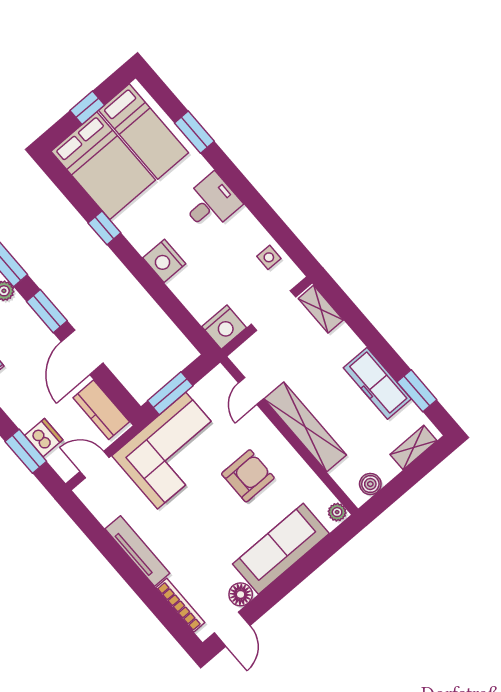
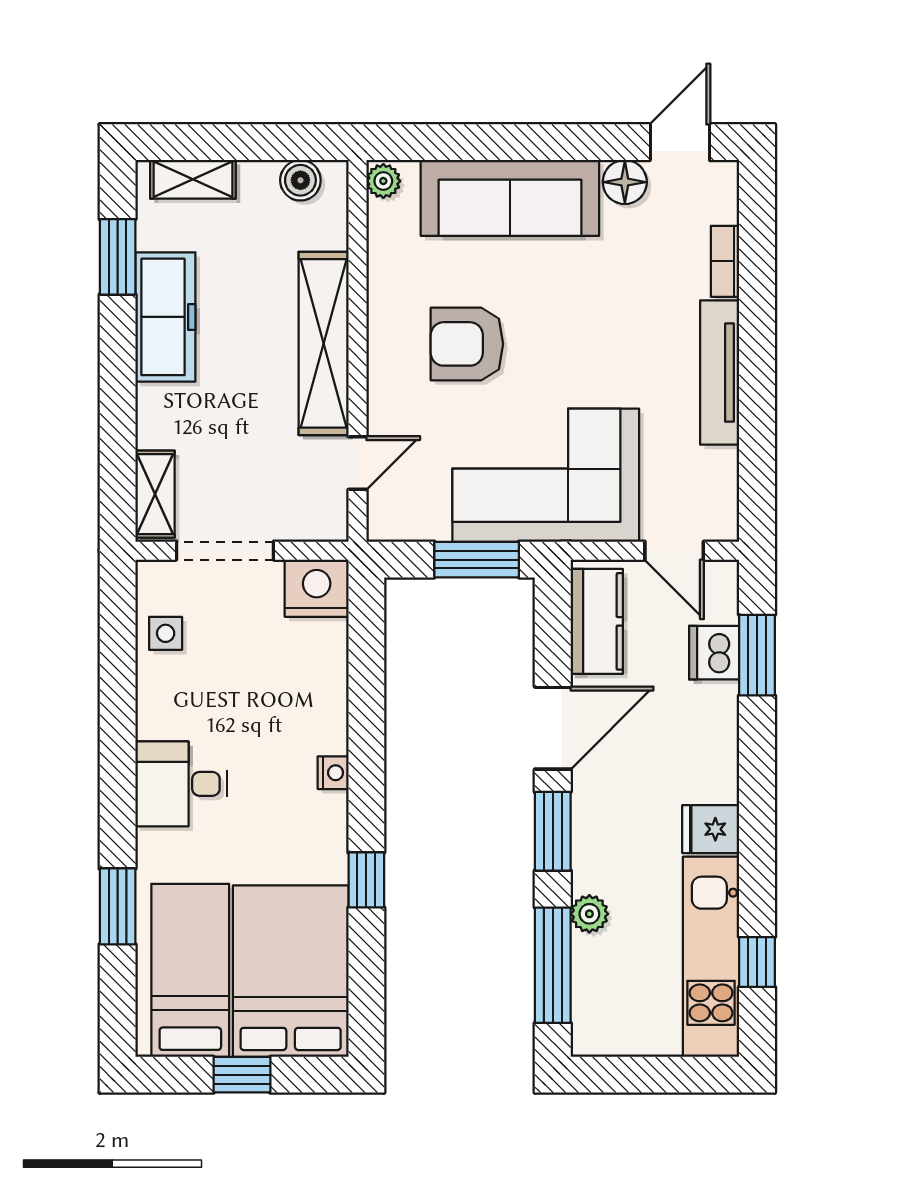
nightstand: (164, 261) -> (333, 773), width x0.53, depth x0.56
bookcase: (180, 605) -> (725, 261), width x0.64

